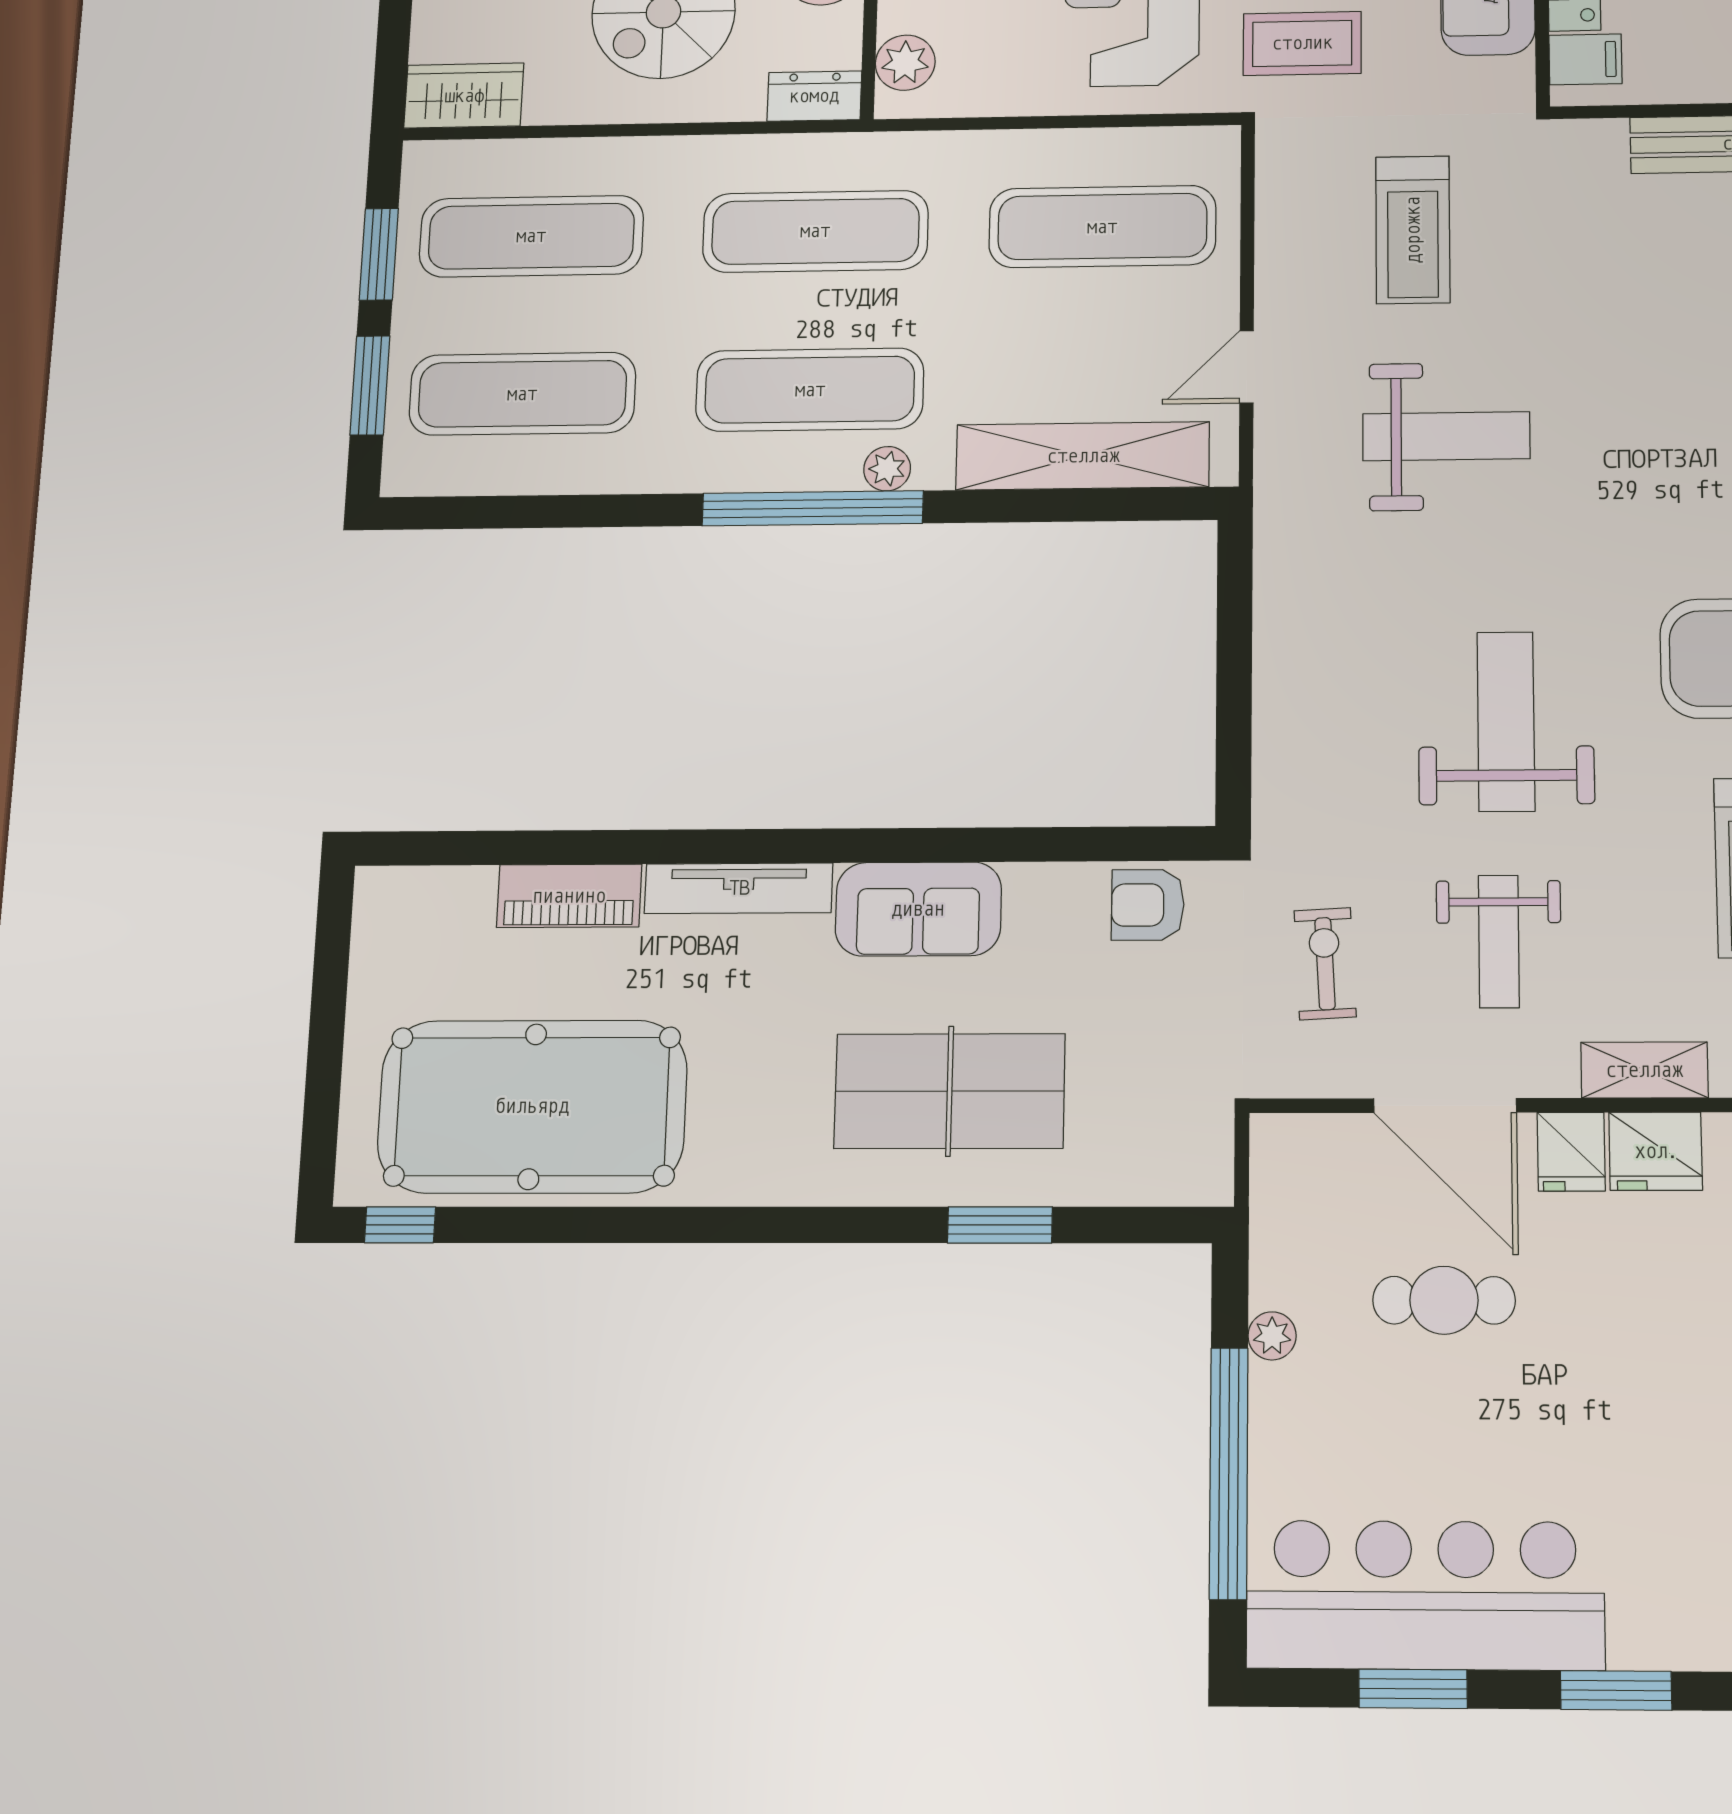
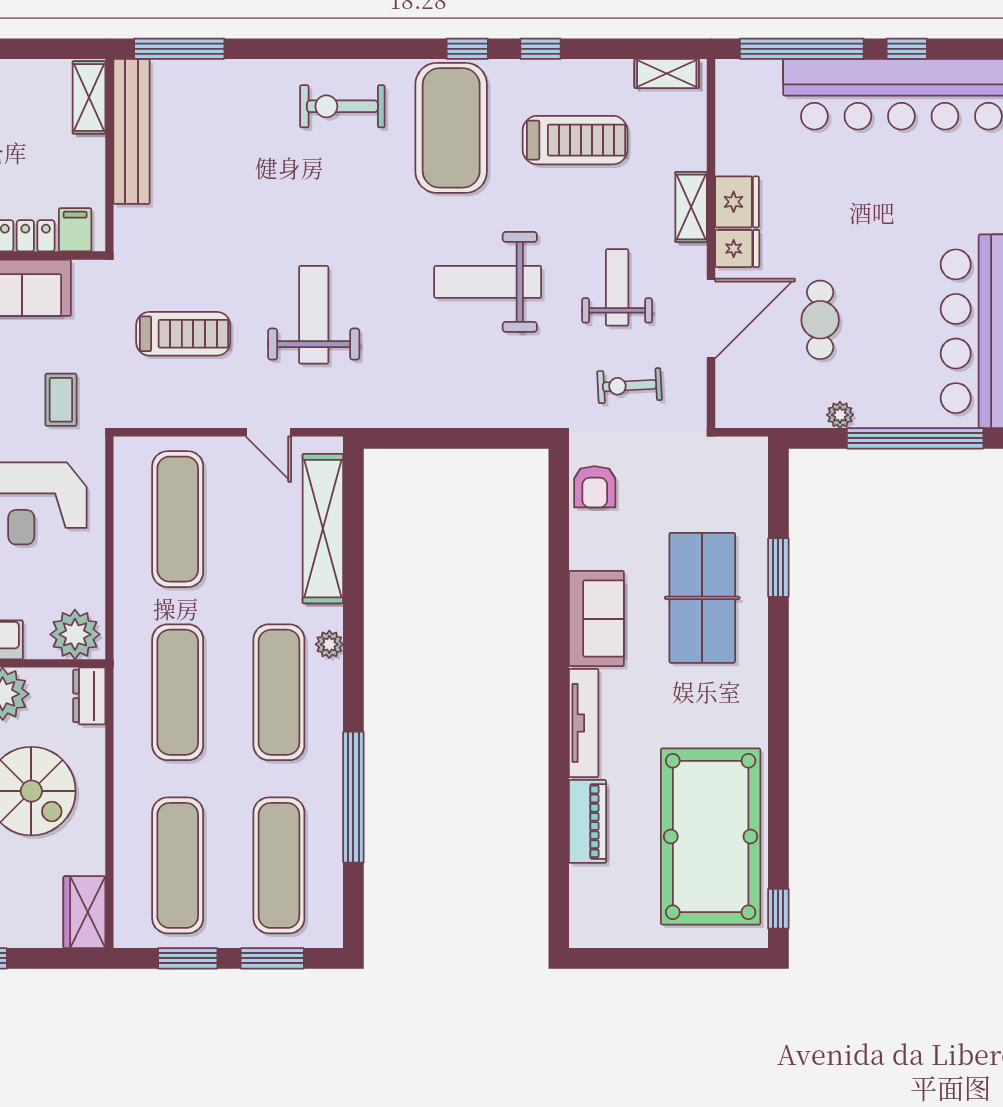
coffee table: (1302, 43) -> (61, 400), width x0.73, depth x0.77
plant: (905, 63) -> (75, 634), width x1.36, depth x1.36
window: (813, 508) -> (353, 797), moved
weight bench: (1499, 941) -> (617, 287), turned -90

